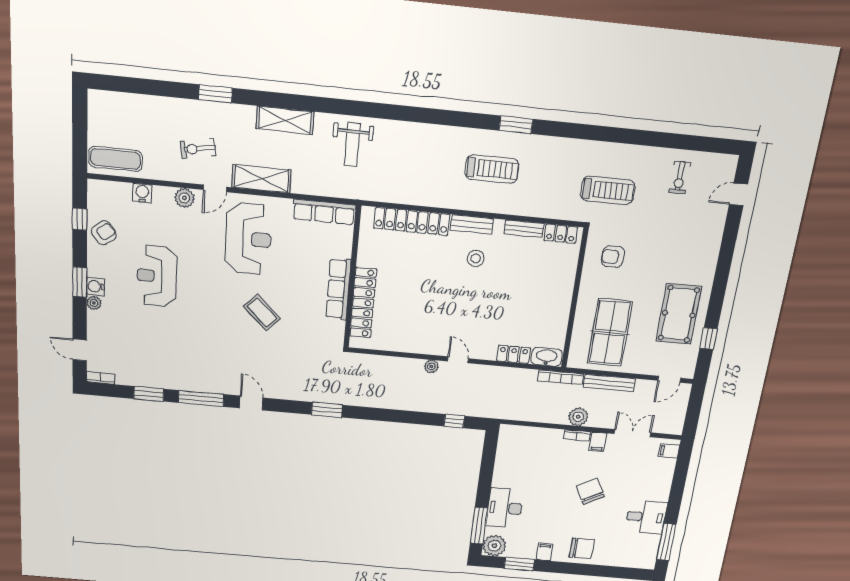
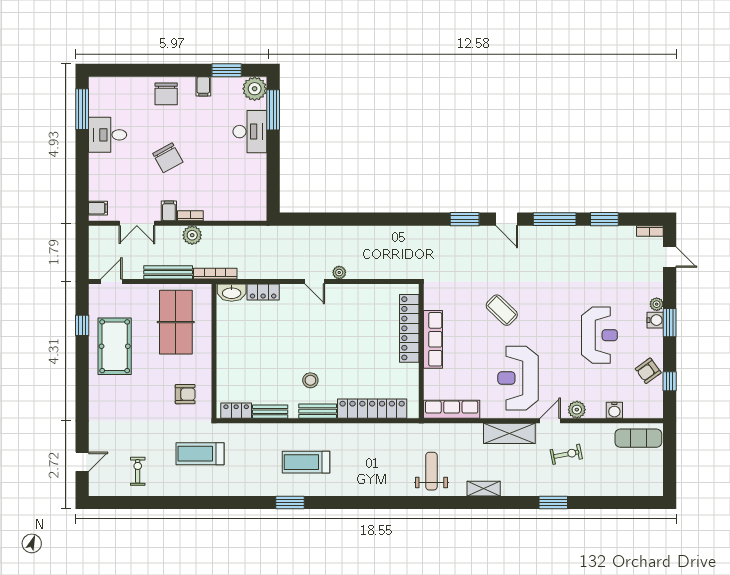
shelving: (285, 120) -> (484, 489), width x0.67, depth x0.75
window: (327, 410) -> (465, 219), moved
window: (454, 421) -> (311, 219), removed
chair: (582, 548) -> (166, 94), turned -90

